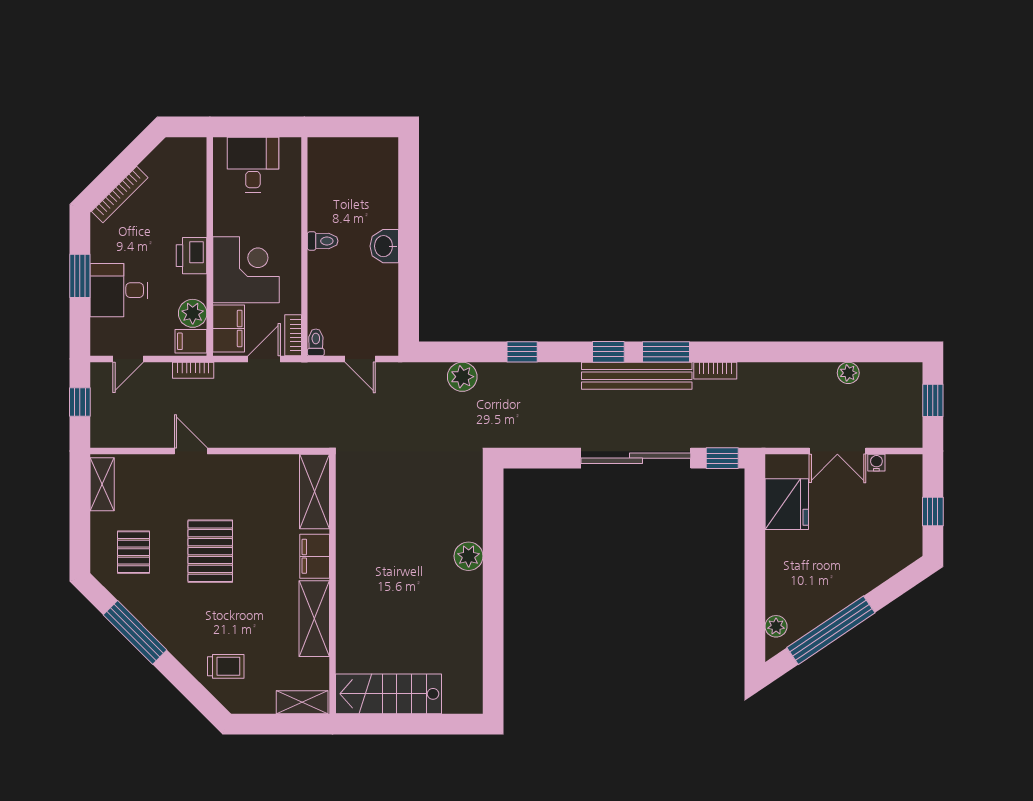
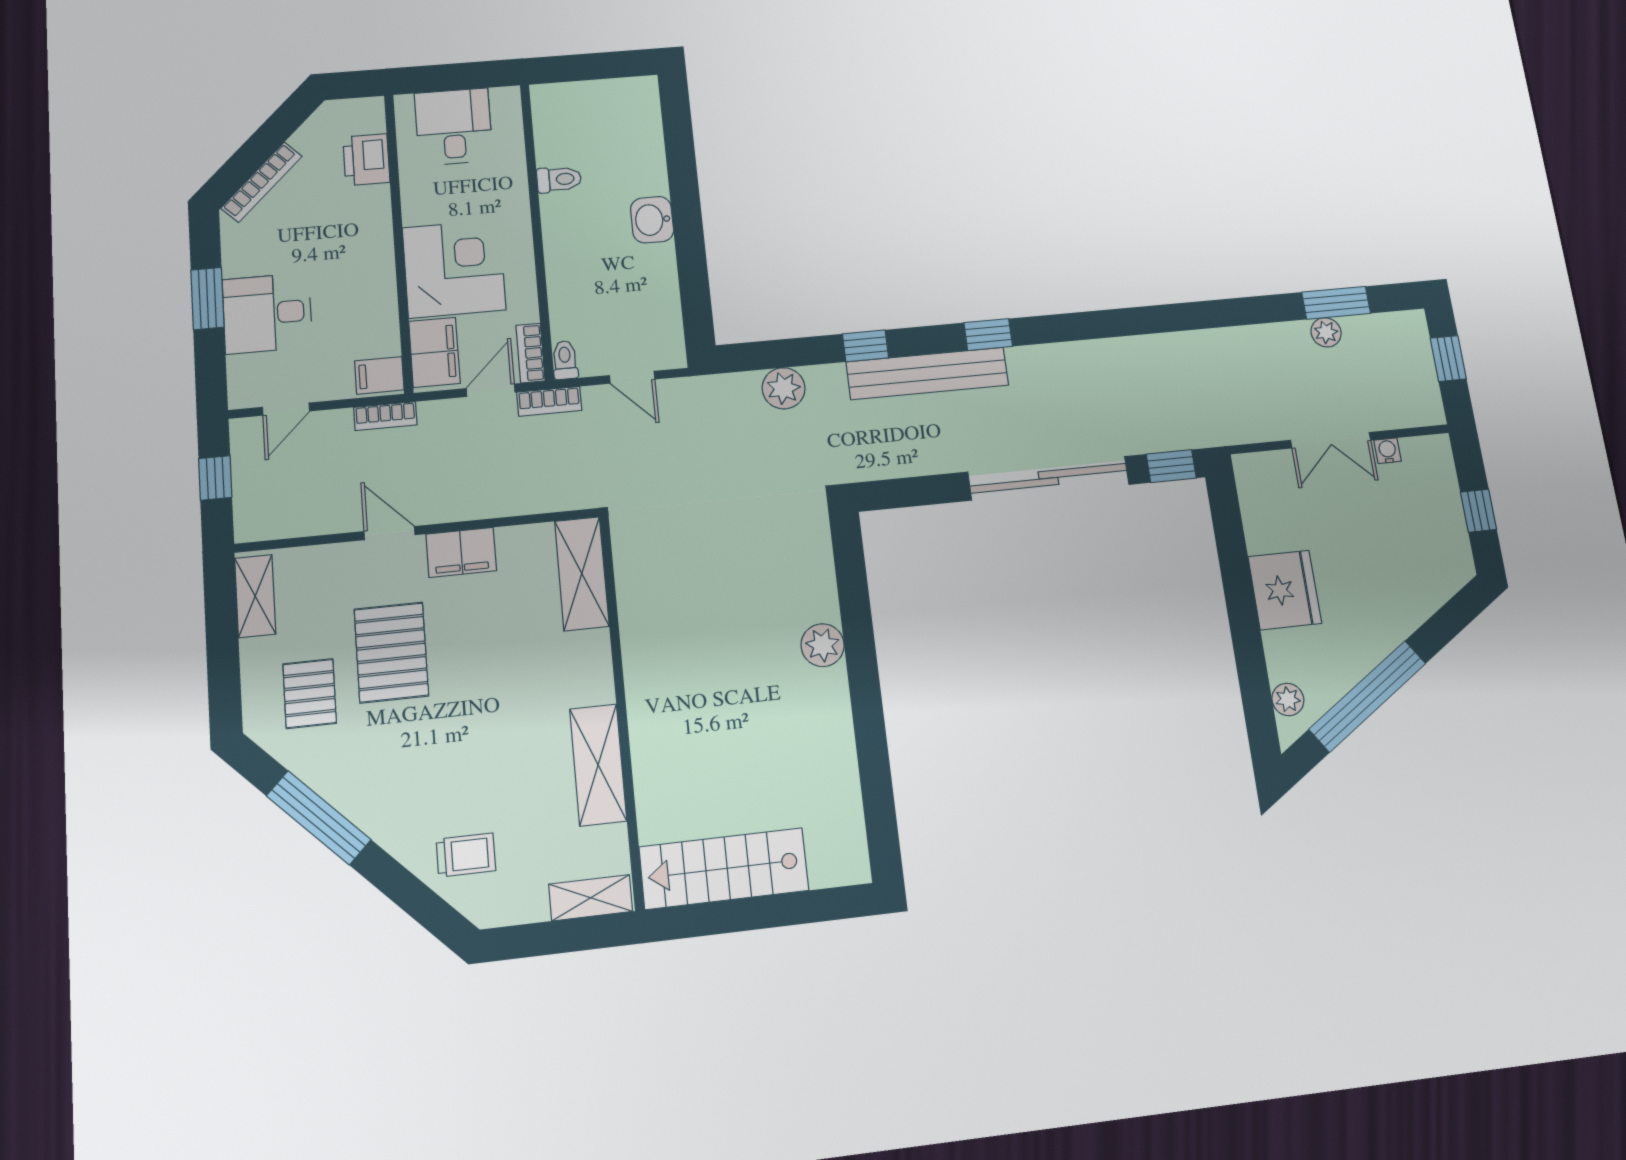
toilet: (323, 241) -> (559, 179), moved
printer: (192, 256) -> (366, 160), moved
plant: (193, 313) -> (379, 336), removed
window: (666, 352) -> (1336, 303), moved
bookcase: (715, 371) -> (549, 401), moved
bench: (637, 376) -> (927, 373), moved
fridge: (787, 504) -> (1285, 590), moved
pallet: (210, 551) -> (391, 652), moved
filing cabinet: (315, 556) -> (461, 552), moved, turned -90

